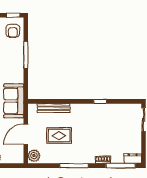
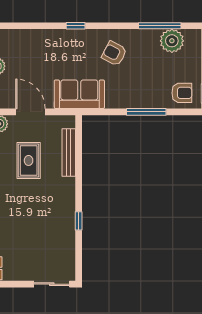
armchair: (13, 31) -> (182, 93), turned 180

